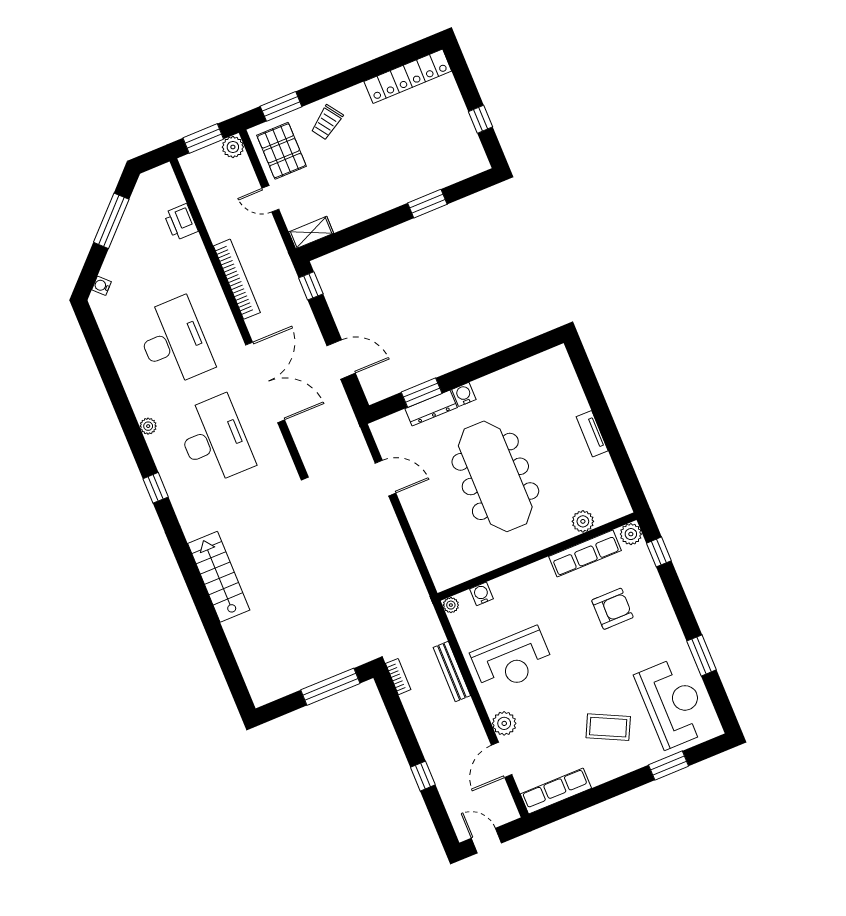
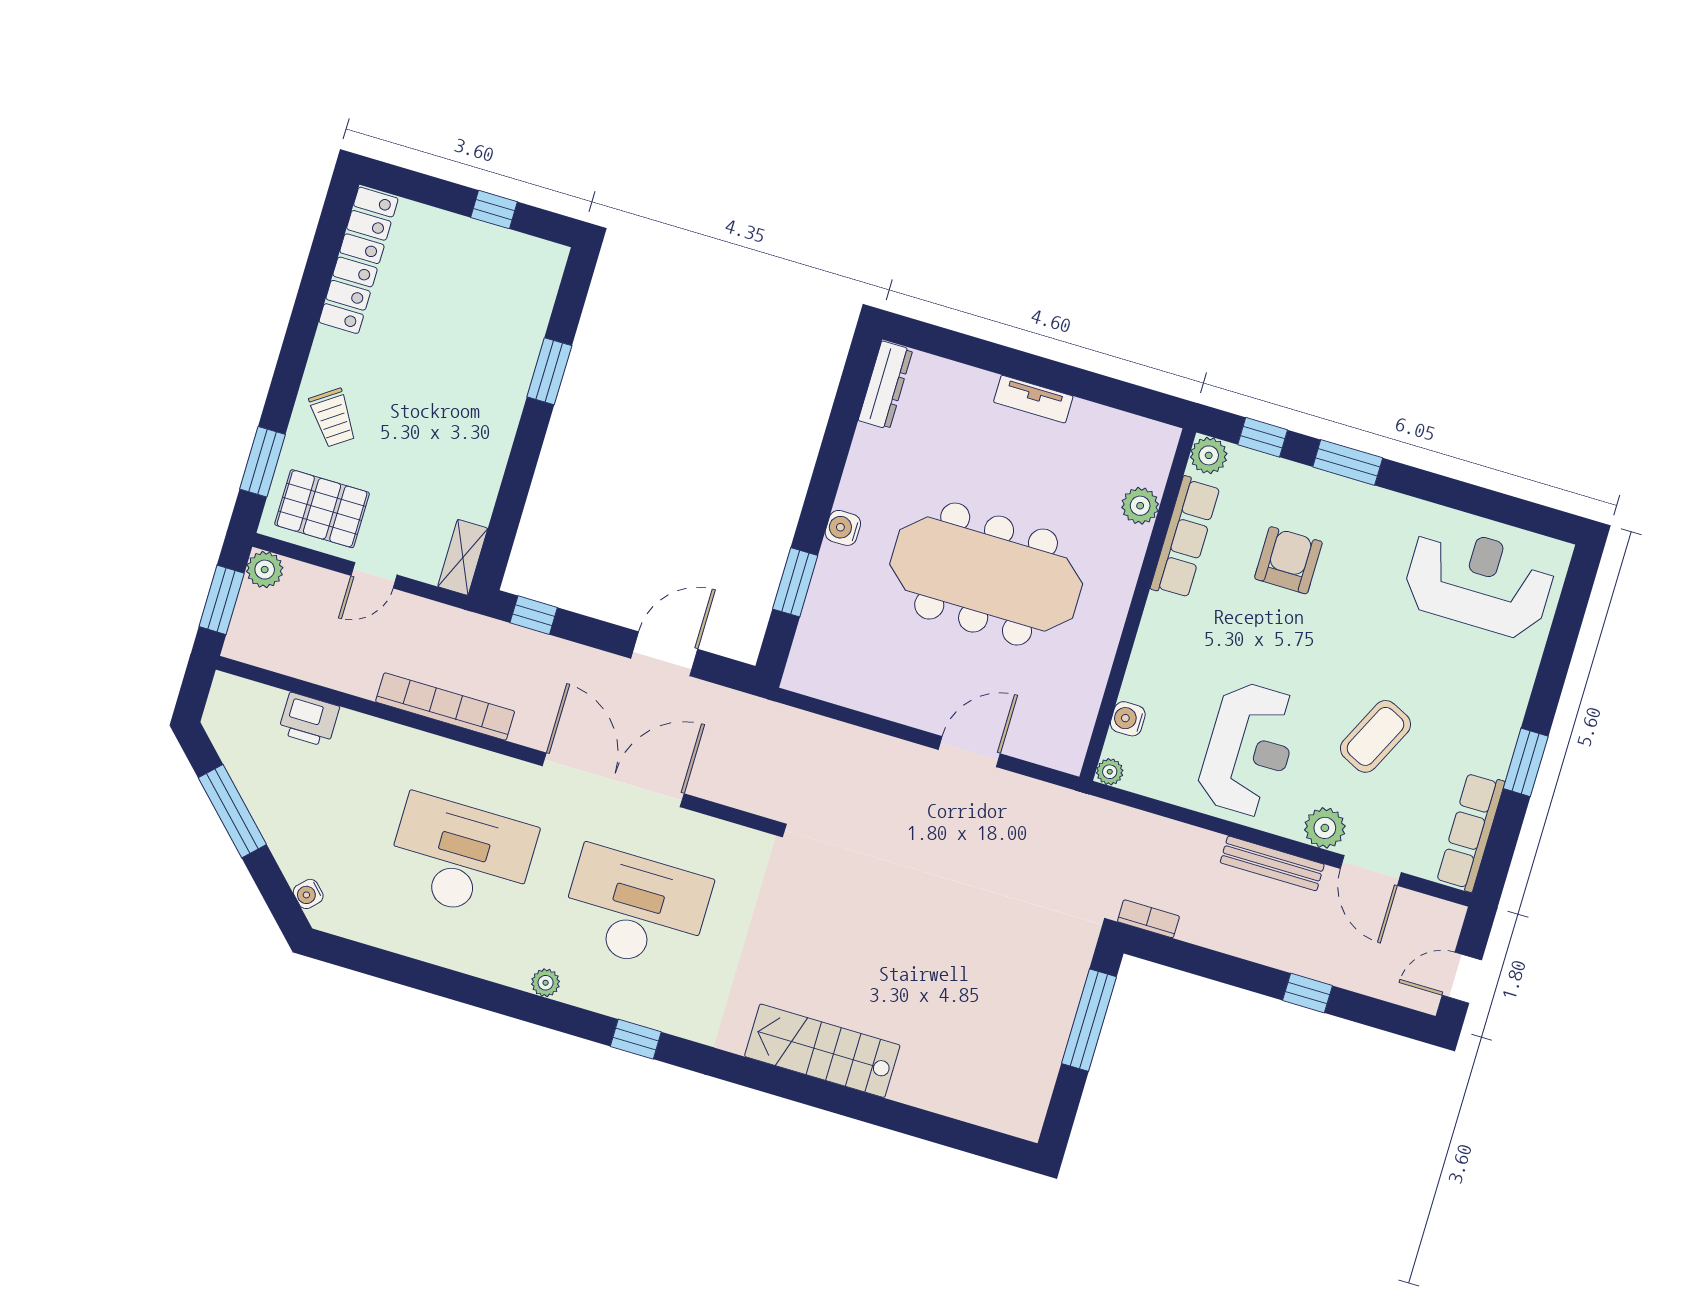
dresser: (431, 408) -> (885, 385), moved
door: (386, 478) -> (969, 752), moved
window: (702, 655) -> (1348, 462), moved
bench: (452, 672) -> (1272, 863), moved
coffee table: (608, 727) -> (1375, 736), moved
window: (669, 766) -> (1526, 762), moved

